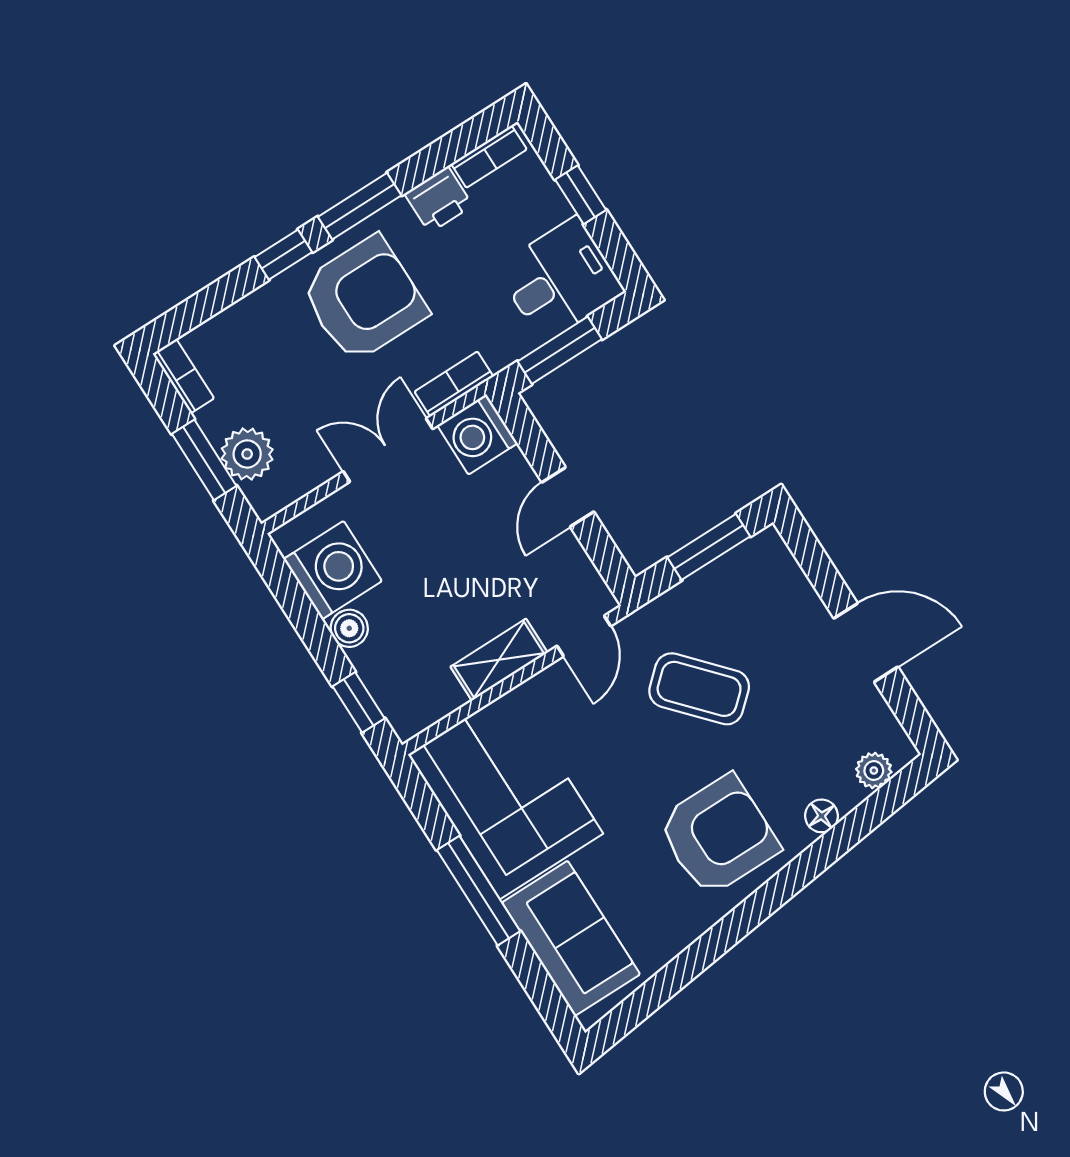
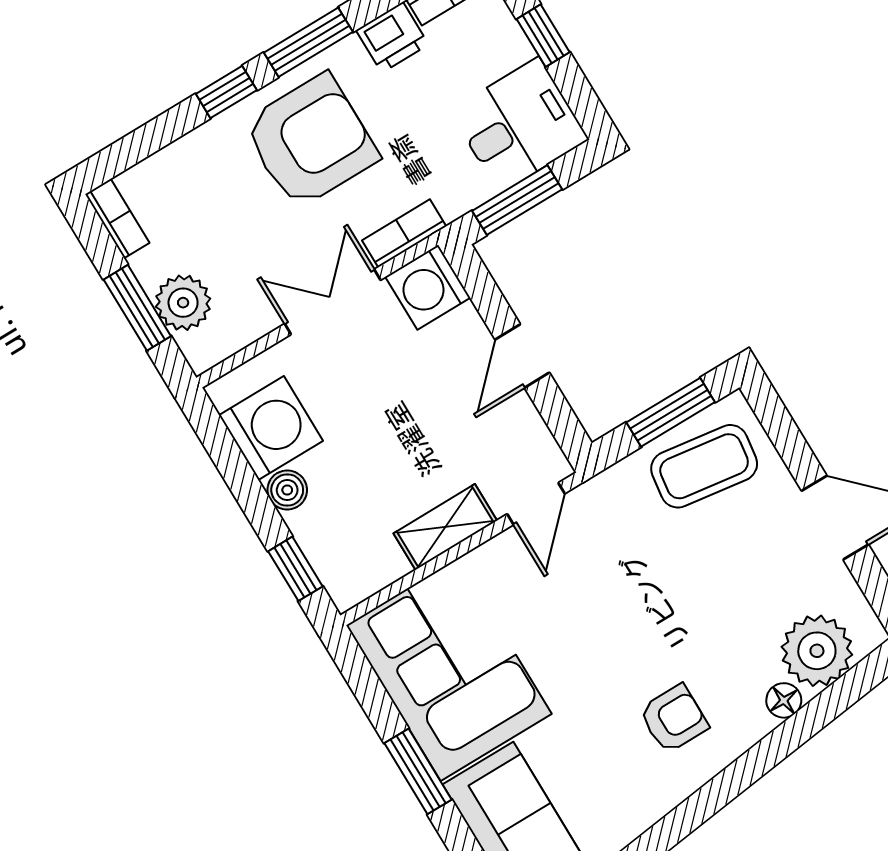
coffee table: (699, 689) -> (704, 466), moved, turned -40
plant: (874, 771) -> (817, 651), width x1.88, depth x1.88
armchair: (718, 835) -> (674, 719), width x0.53, depth x0.53
window: (479, 891) -> (418, 771), width x0.69

